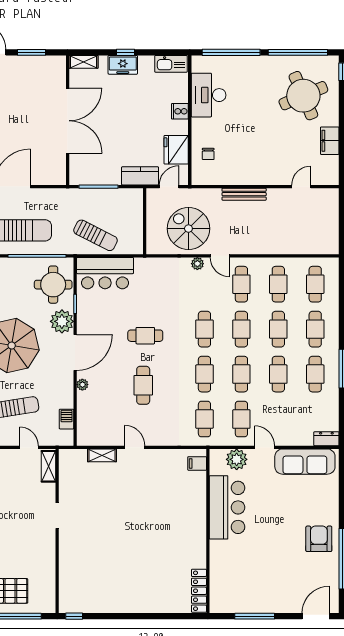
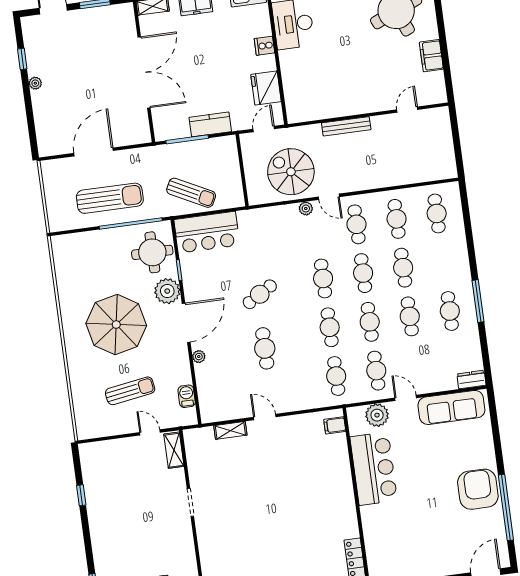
chair: (208, 154) -> (301, 88), removed
kitchen counter: (140, 176) -> (210, 124), moved
cafe table: (315, 329) -> (443, 262), removed
cafe table: (145, 336) -> (260, 294), turned -31
armchair: (319, 539) -> (478, 489), width x1.36, depth x1.36

